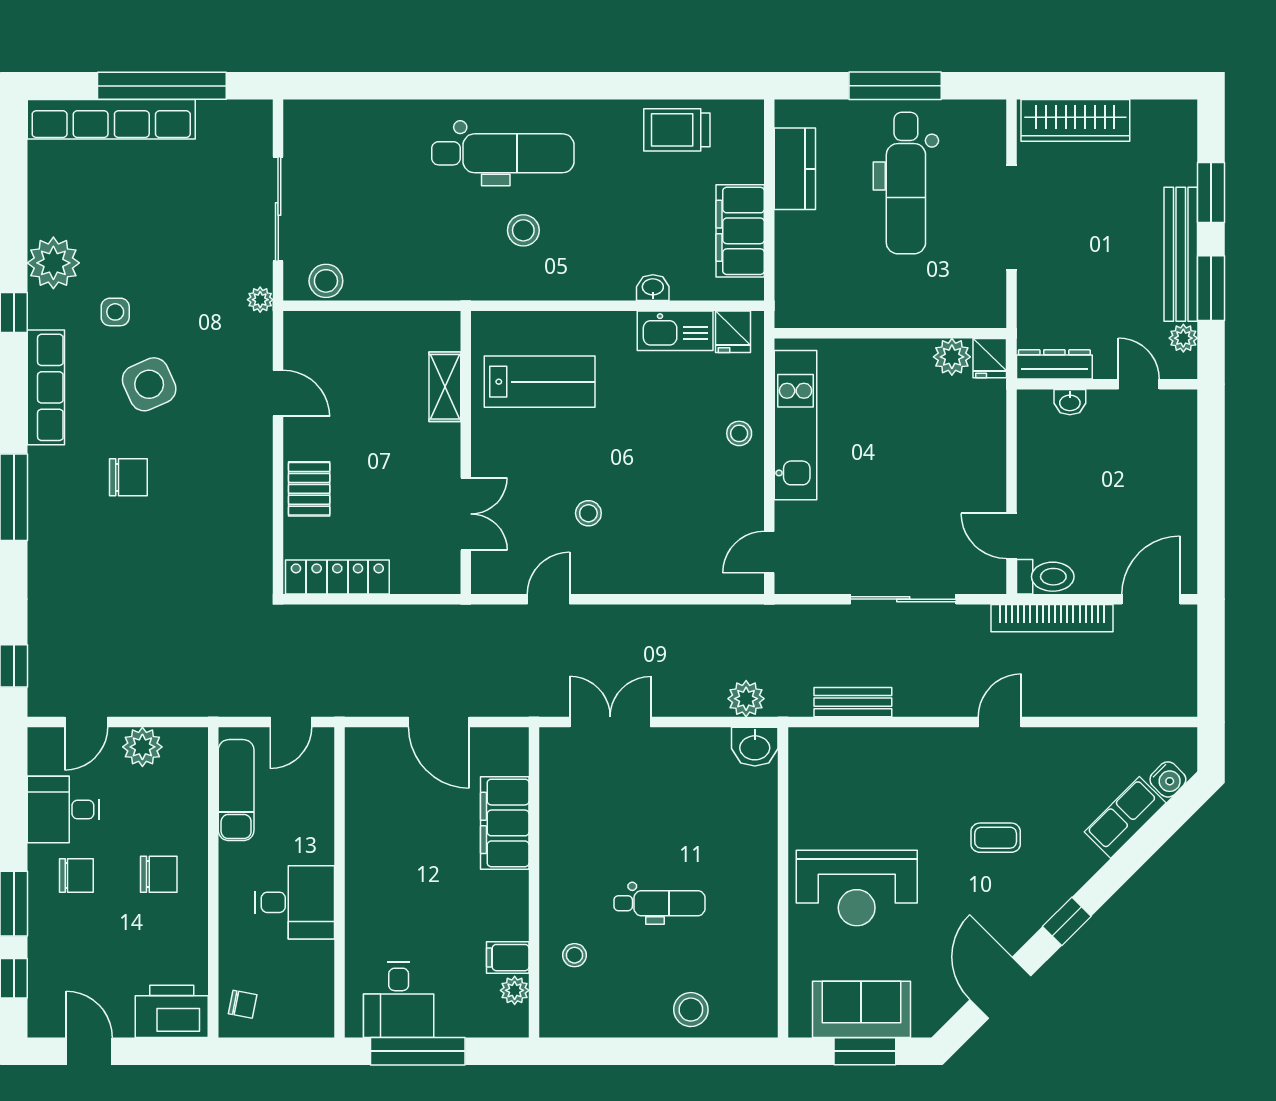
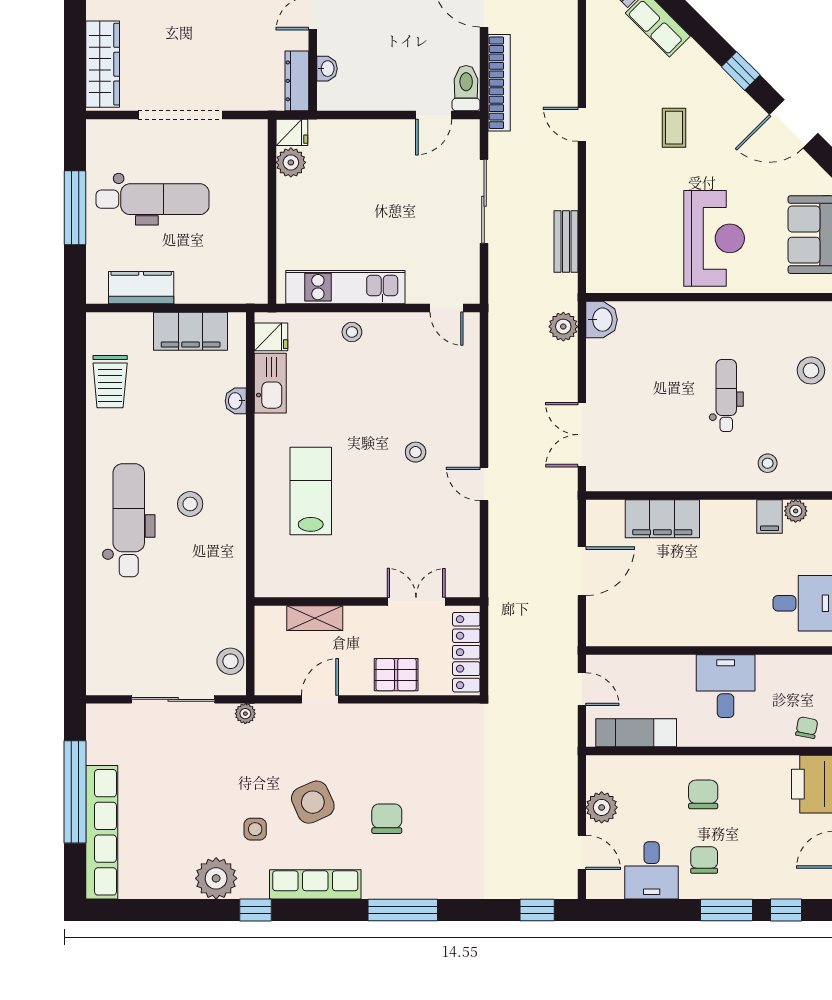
shelving: (445, 387) -> (315, 618), moved
wall: (466, 453) -> (367, 602), moved
double door: (466, 514) -> (416, 602), moved

